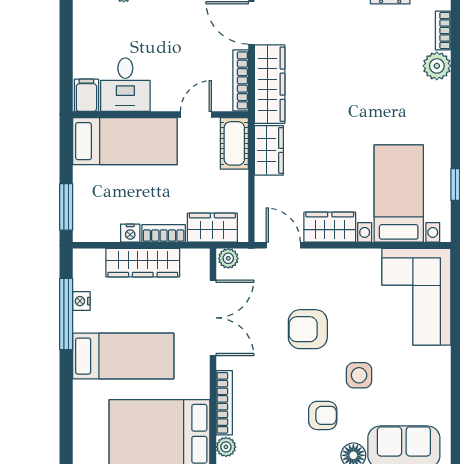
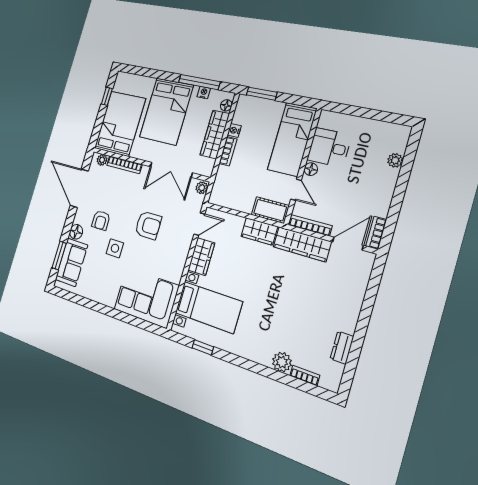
filing cabinet: (86, 95) -> (329, 120), removed
floor lamp: (162, 102) -> (311, 169), added
wardrobe: (212, 228) -> (223, 183), removed
floor lamp: (94, 258) -> (226, 105), added
armchair: (308, 329) -> (148, 225), turned 90
bed: (123, 356) -> (166, 111), width x1.50

